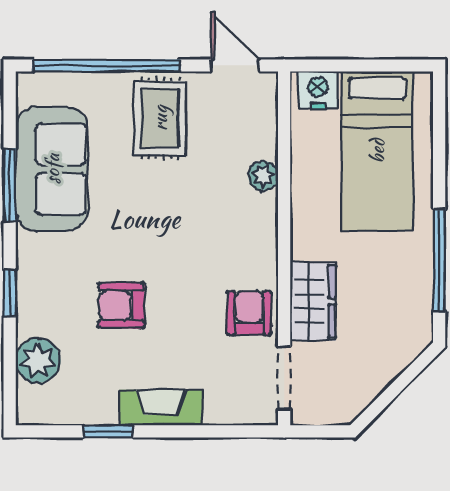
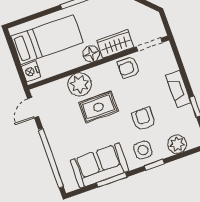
rug: (160, 118) -> (98, 107), moved
plant: (263, 176) -> (80, 84), width x1.87, depth x1.87
floor lamp: (310, 239) -> (91, 54), added
side table: (52, 279) -> (143, 150), added
armchair: (121, 305) -> (144, 119), turned 180

